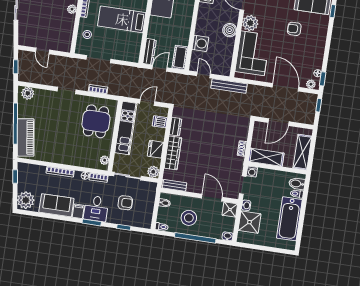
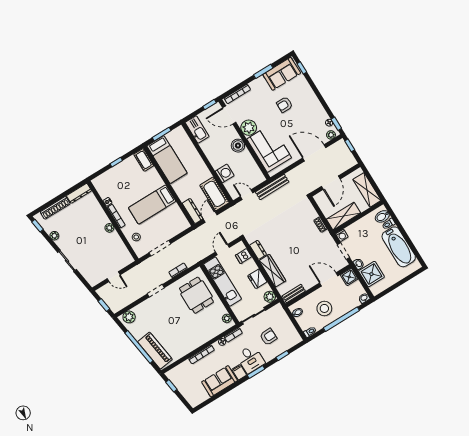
cot: (180, 57) -> (214, 194), width x1.37, depth x1.34
plant: (26, 200) -> (194, 396), removed

